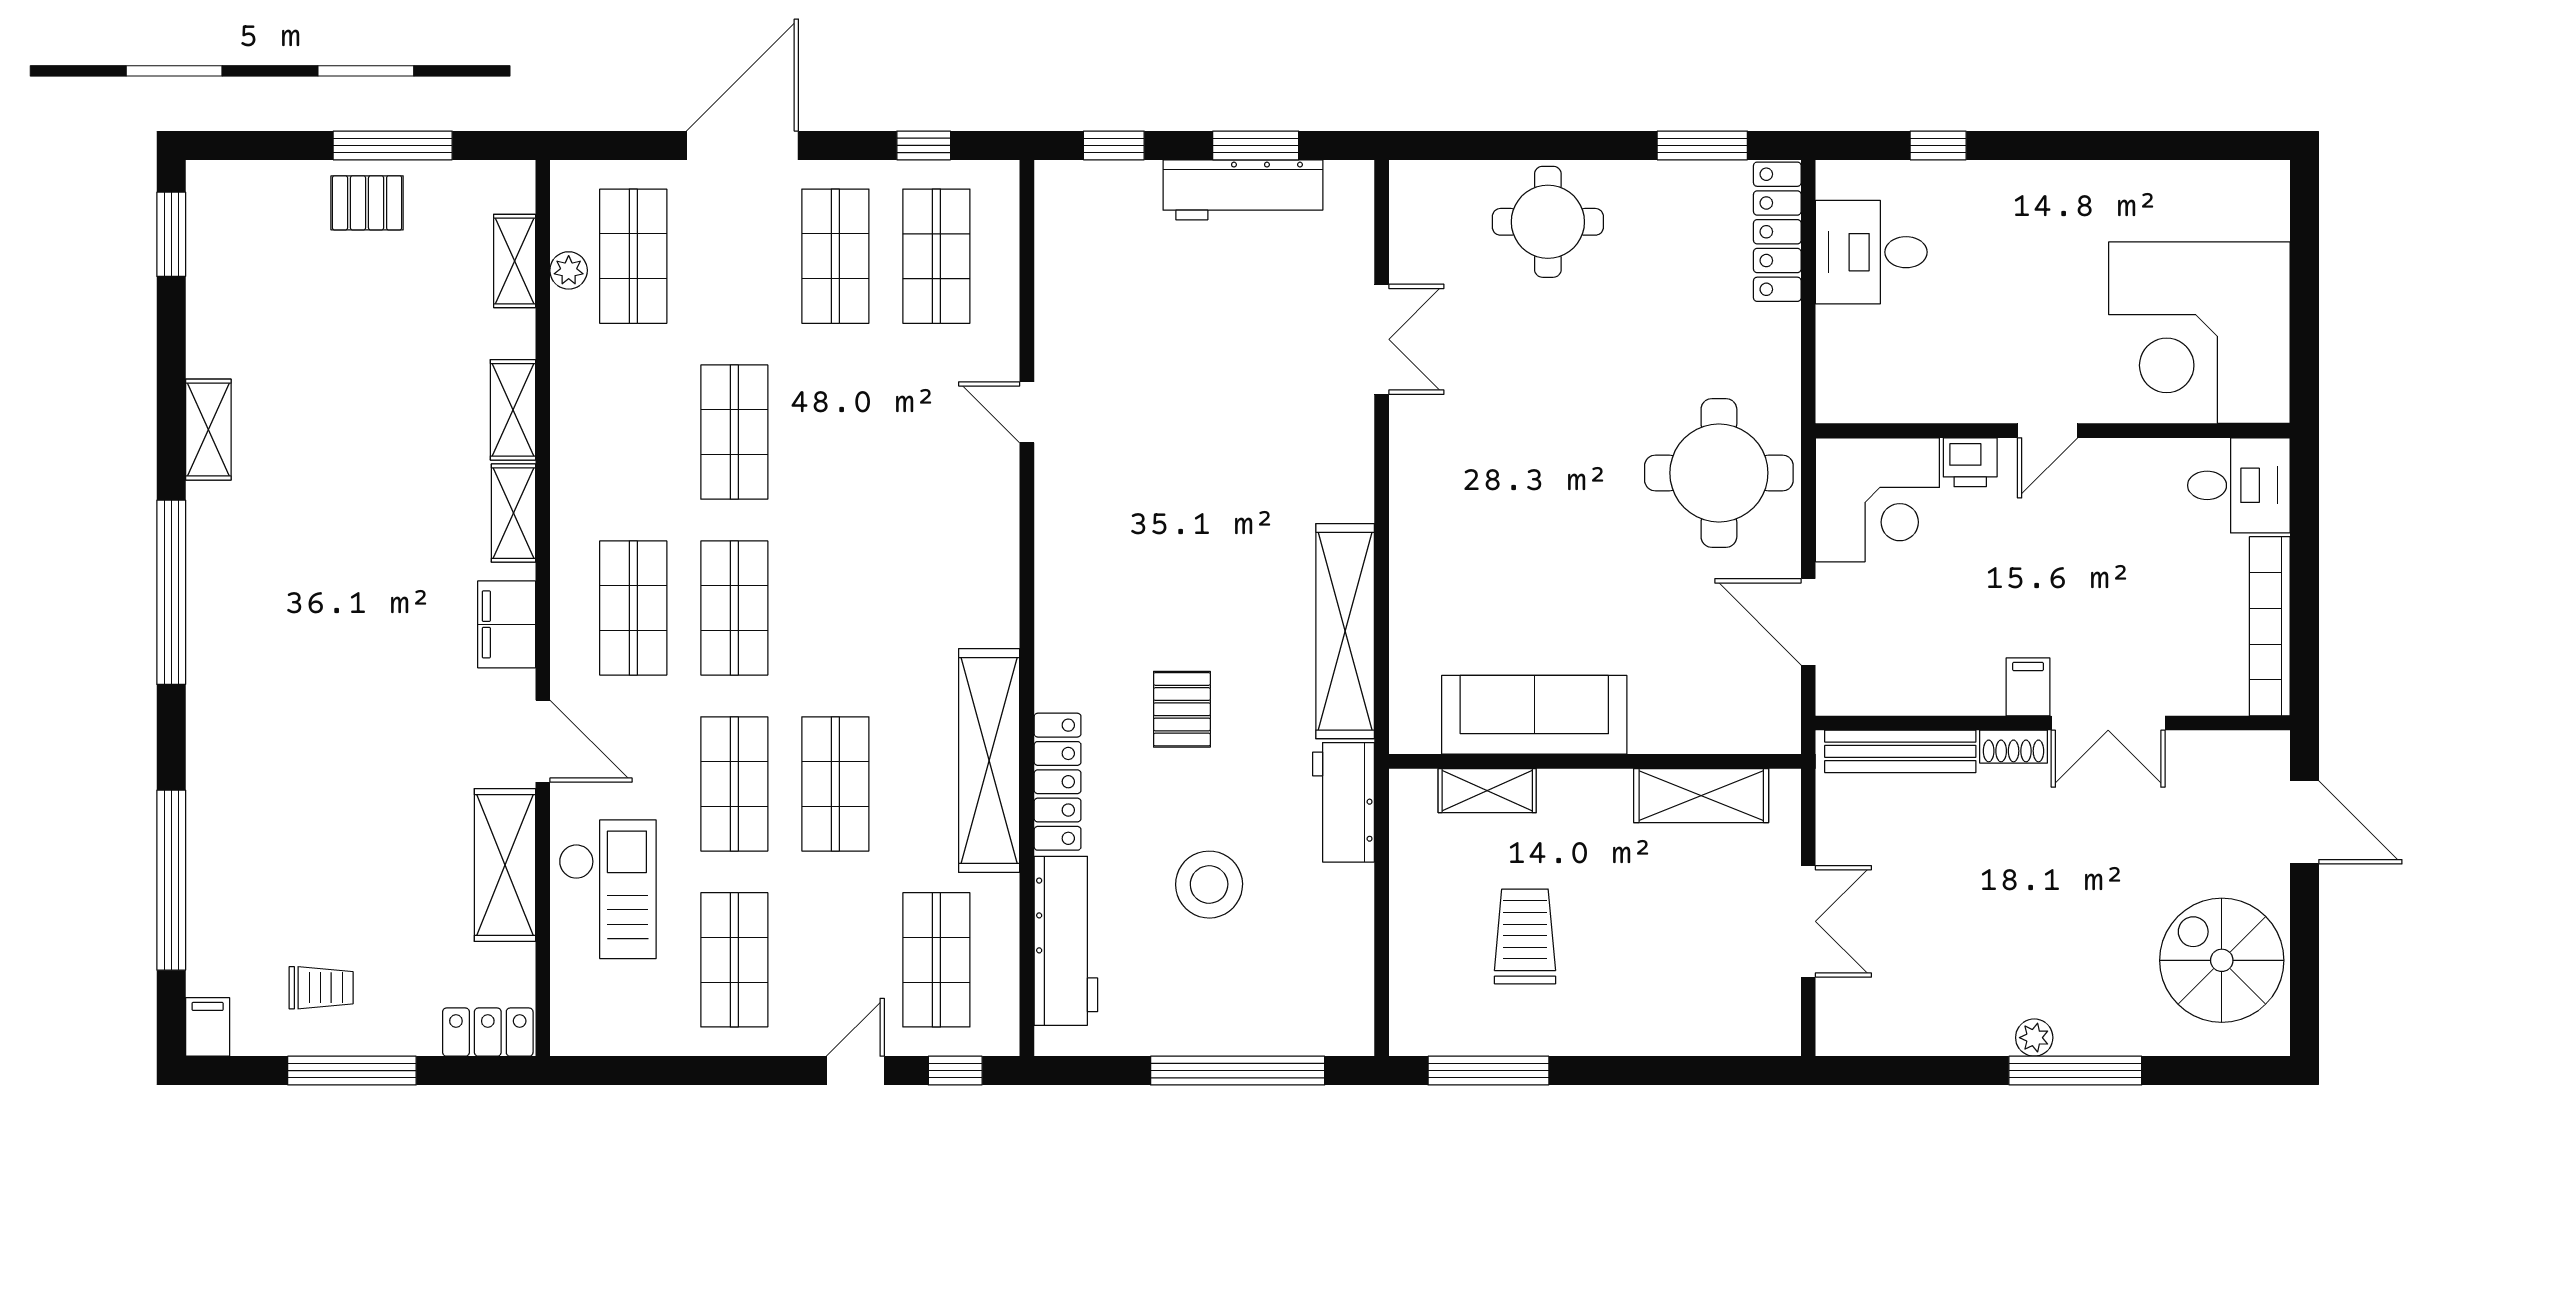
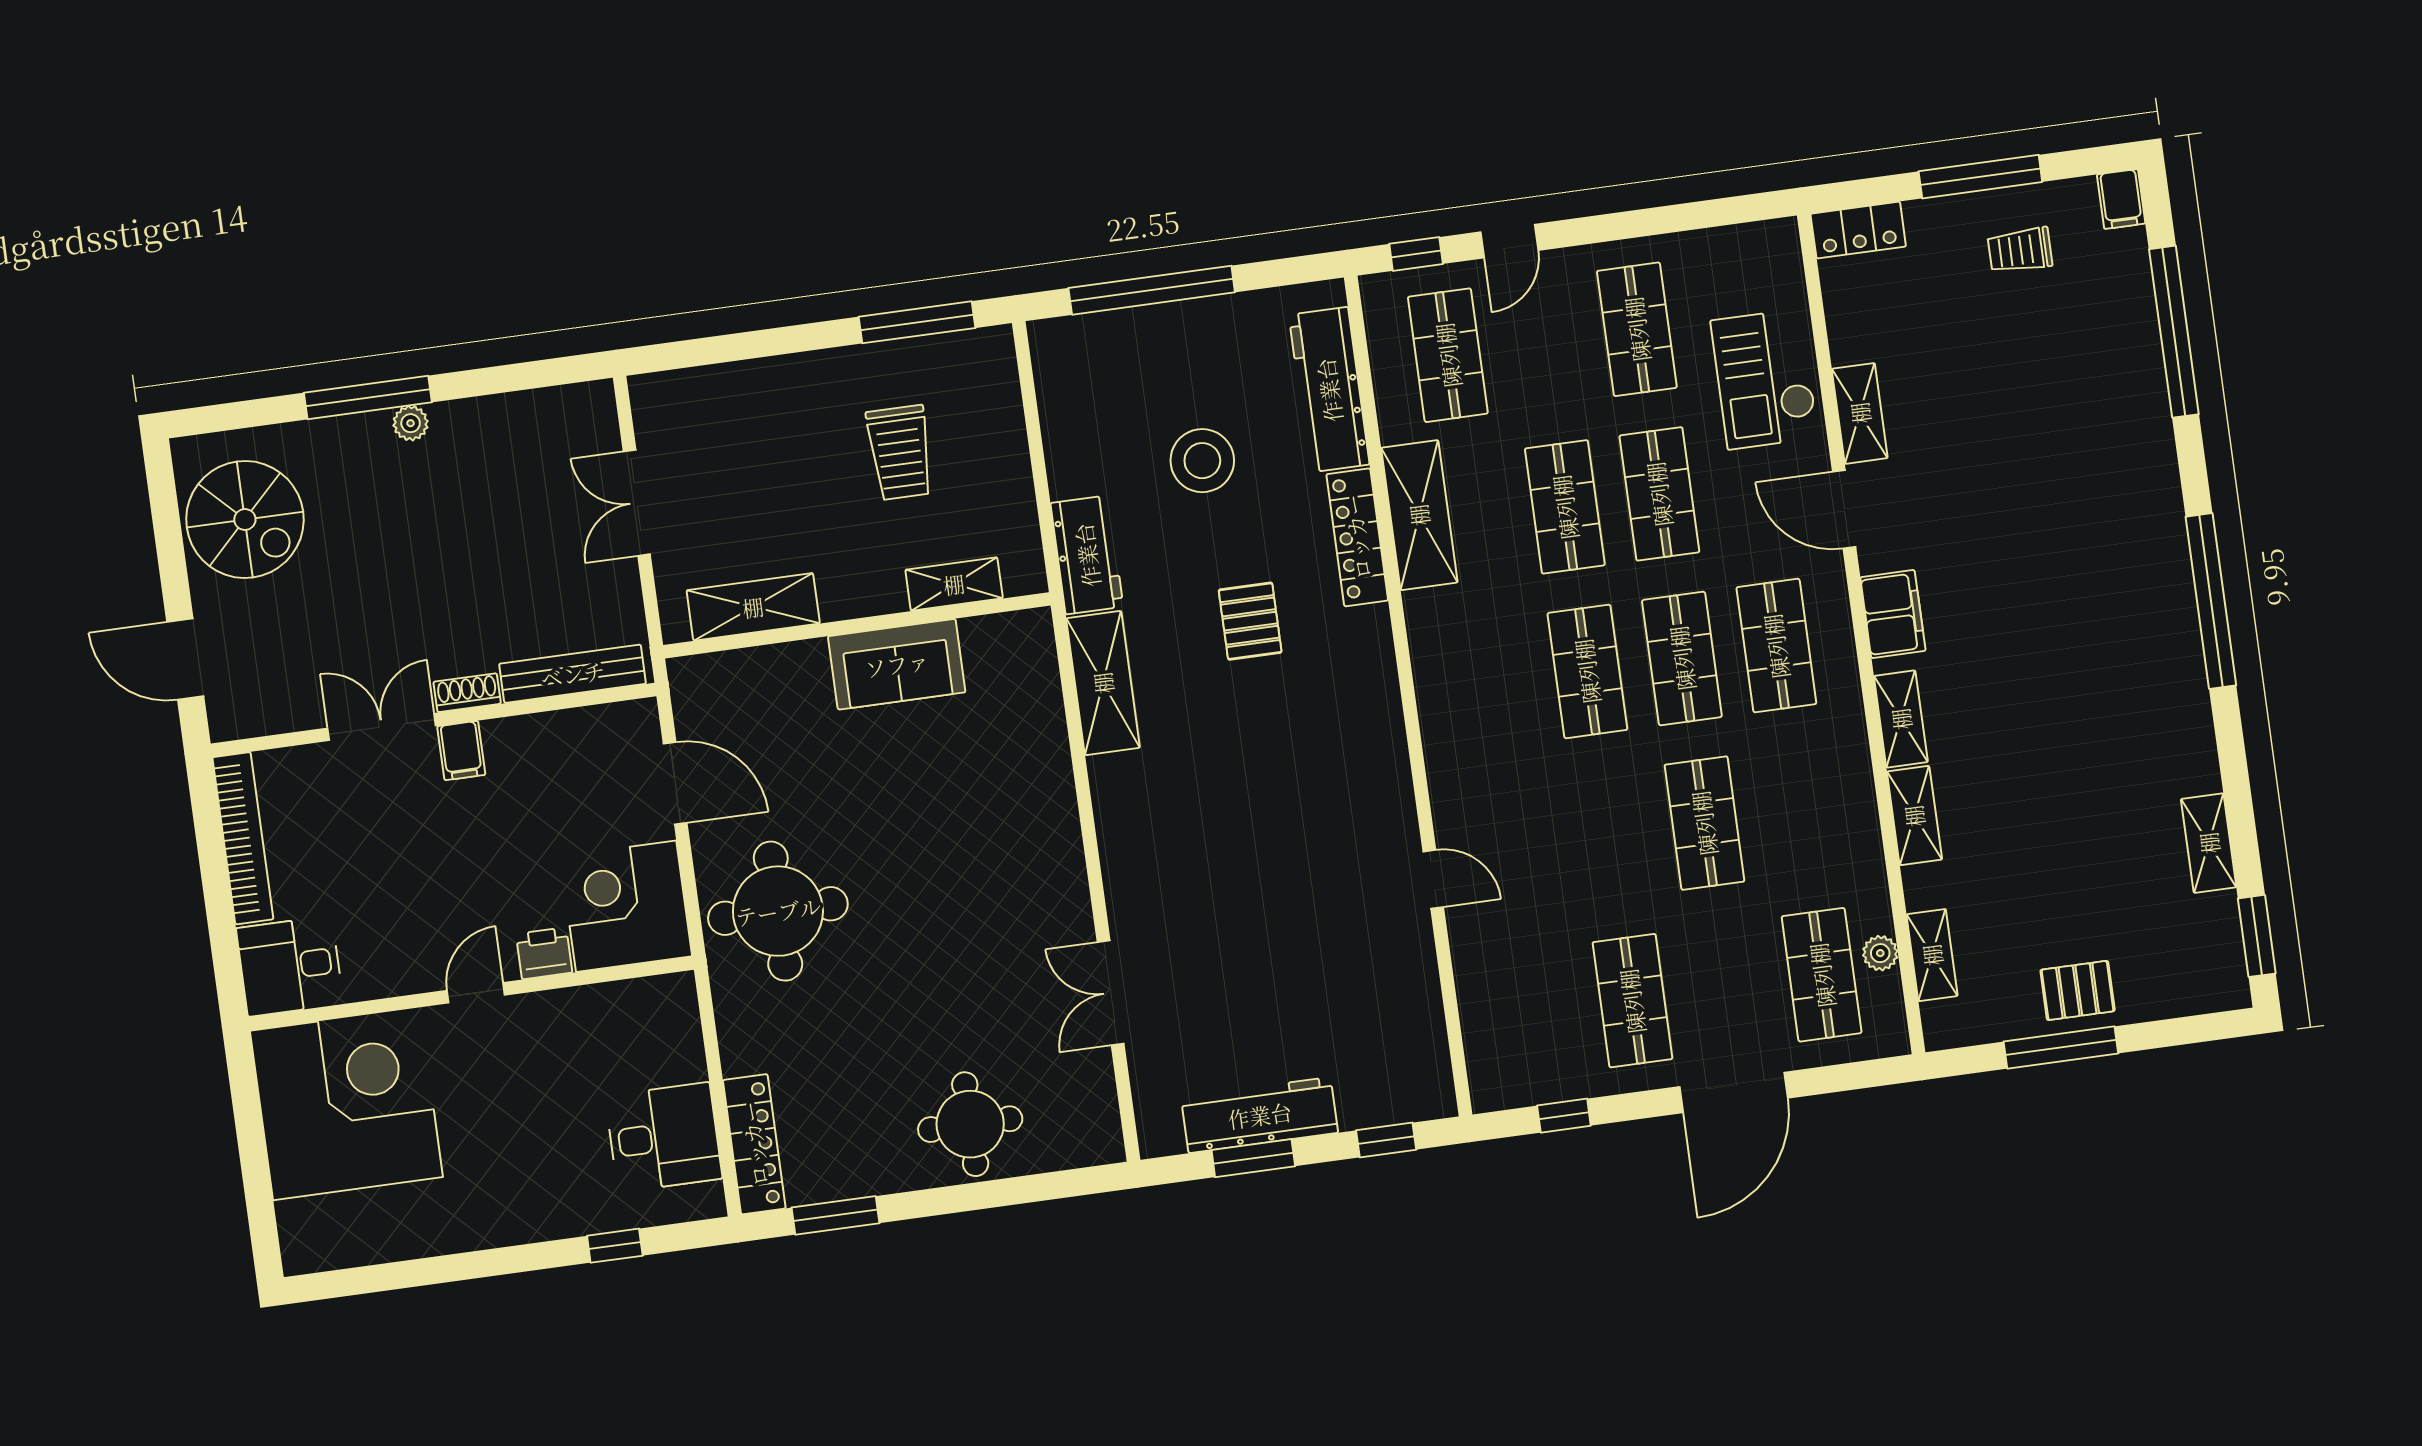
shop shelf: (936, 256) -> (1587, 671), moved
shelving: (208, 430) -> (2209, 843), moved
shelving: (1345, 631) -> (1103, 683), width x0.68
sofa: (1534, 715) -> (897, 664), width x0.73
shelving: (989, 761) -> (1419, 515), width x0.68
shelving: (505, 865) -> (1860, 413), width x0.67, depth x0.75

